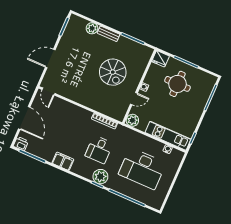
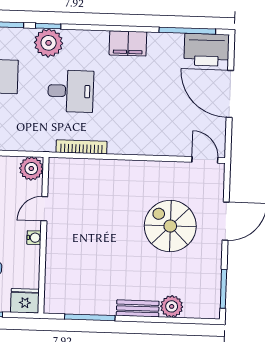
spiral stairs: (113, 72) -> (170, 226), moved
printer: (21, 144) -> (207, 50), width x1.87, depth x1.48
desk: (99, 150) -> (71, 91), turned 90

